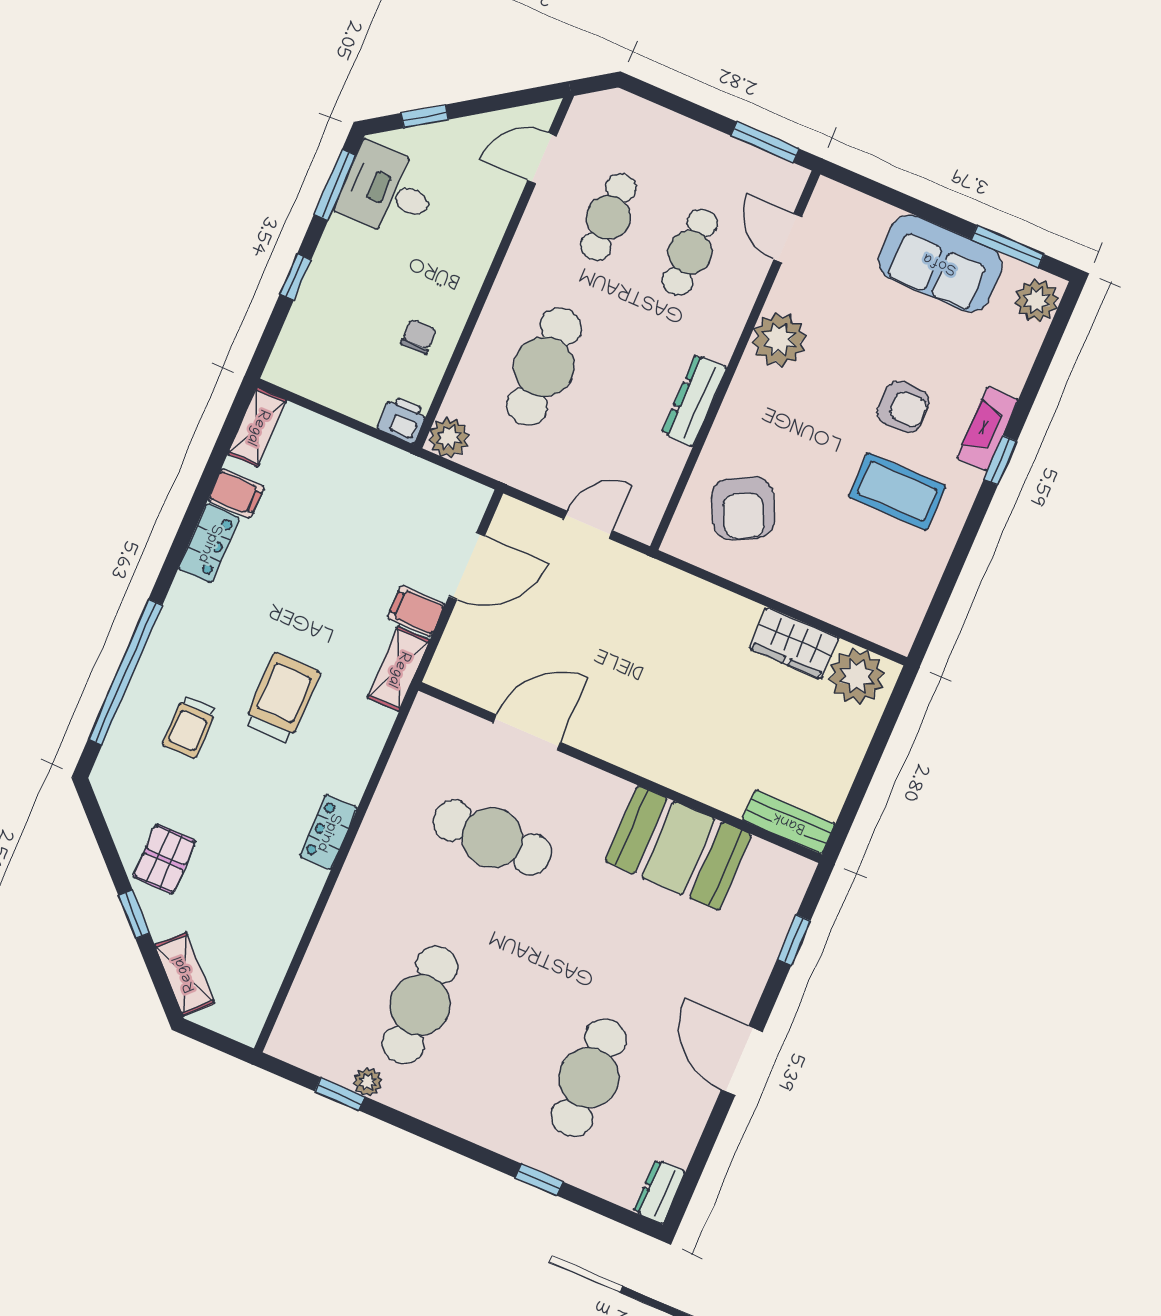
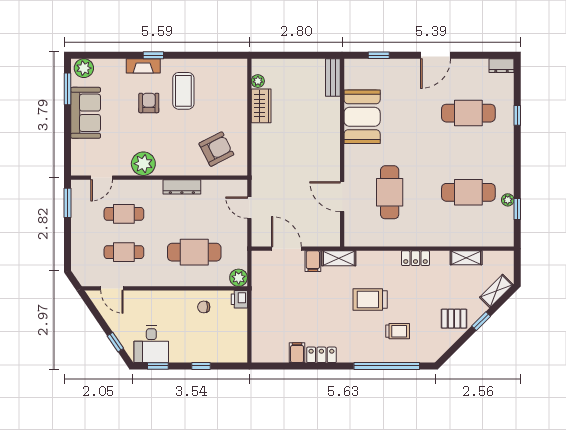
window: (335, 185) -> (158, 366), width x0.67
shelving: (257, 427) -> (466, 258), moved
plant: (857, 676) -> (258, 81), width x0.53, depth x0.53

